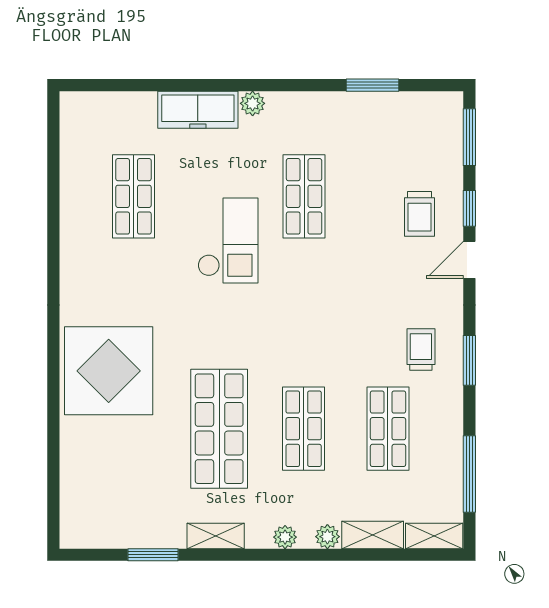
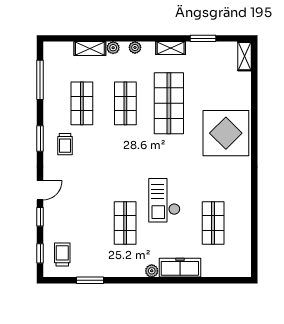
window: (469, 137) -> (40, 253), width x0.67
trolley: (420, 214) -> (62, 255), moved
shelving: (434, 536) -> (245, 56), moved, turned 90

